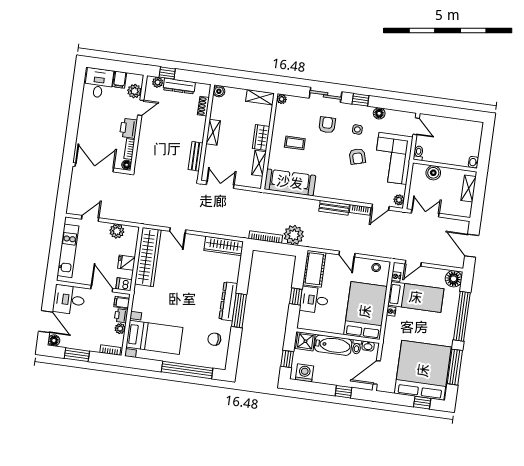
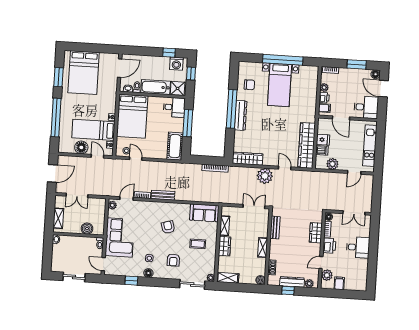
window: (167, 73) -> (288, 290), moved
desk: (99, 83) -> (358, 247), moved, turned -90
sliding door: (326, 95) -> (192, 284), moved
window: (360, 100) -> (131, 281), moved
floor lamp: (379, 113) -> (148, 273), moved
sliding door: (454, 113) -> (74, 277), added
wardrobe: (145, 146) -> (316, 233), added
armchair: (357, 156) -> (168, 227), moved
double door: (94, 167) -> (354, 213), width x0.73
sofa: (290, 182) -> (204, 213), width x0.73
double door: (220, 185) -> (254, 207), swing flipped
double door: (425, 213) -> (77, 195), moved
plant: (294, 235) -> (265, 176), moved
door: (472, 246) -> (52, 173), hinge flipped
door: (347, 254) -> (136, 159), moved
door: (413, 263) -> (97, 156), hinge flipped
floor lamp: (454, 279) -> (81, 147), moved
dishwasher: (124, 284) -> (322, 150), moved
window: (296, 297) -> (188, 123), width x2.17
desk: (314, 300) -> (174, 107), moved
window: (239, 310) -> (232, 109), width x1.46
bed with nightstands: (154, 337) -> (280, 85), moved, turned -90
window: (455, 367) -> (59, 77), width x0.69
window: (187, 370) -> (283, 60), moved
bed: (423, 370) -> (84, 73), width x0.73
window: (343, 392) -> (169, 53), moved
window: (422, 403) -> (82, 47), removed

